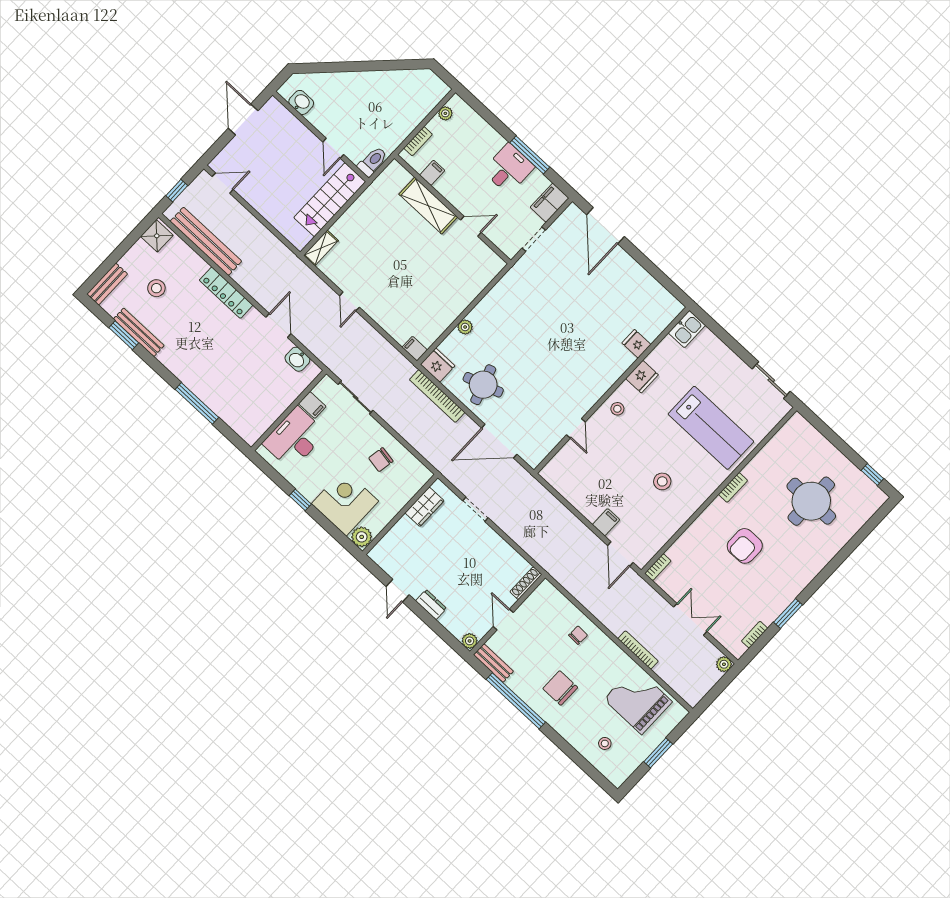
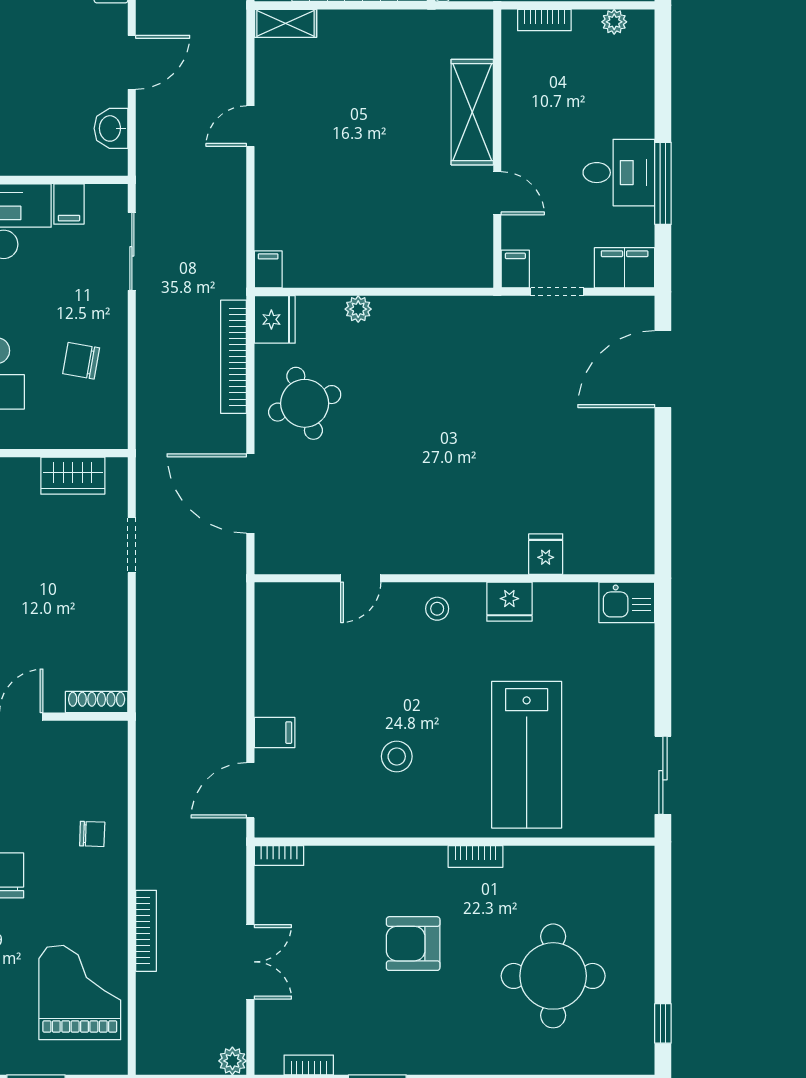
filing cabinet: (432, 173) -> (515, 269), moved, turned -90

